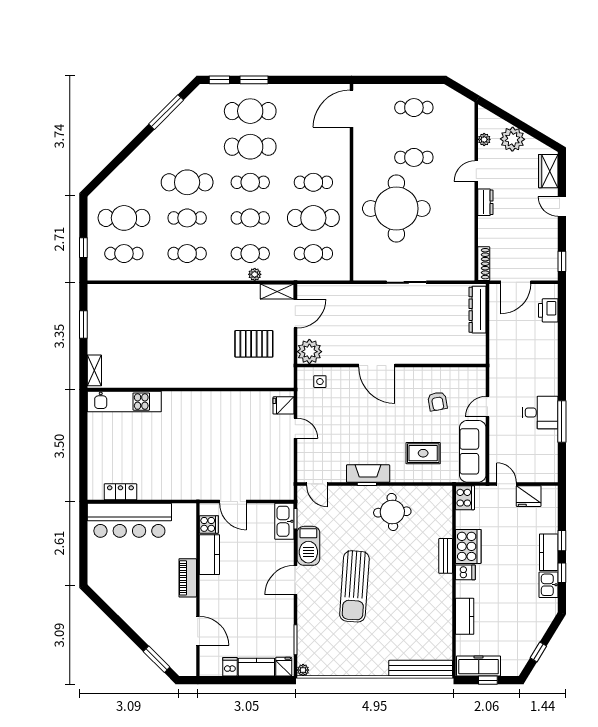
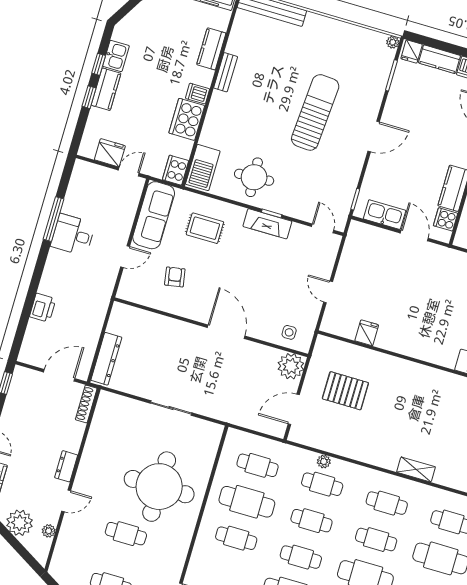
shelving: (277, 291) -> (416, 469), moved
printer: (548, 310) -> (43, 308), moved
fridge: (283, 405) -> (367, 333), moved, turned -90
door: (507, 484) -> (129, 172), swing flipped
kitchen sink: (284, 521) -> (385, 215), moved, turned -90
barbecue: (308, 546) -> (203, 168), moved, turned 180
bench: (446, 556) -> (226, 72), moved

